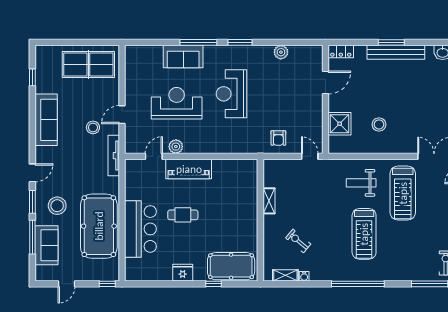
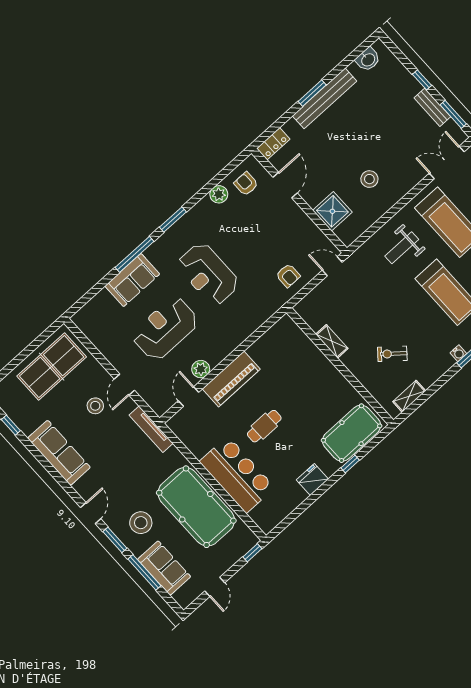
armchair: (303, 61) -> (246, 184), added
stool: (93, 127) -> (95, 406), moved
water cooler: (304, 276) -> (458, 353), moved

